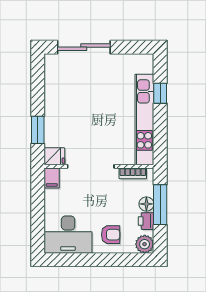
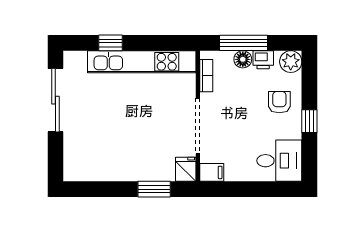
sliding door: (84, 47) -> (55, 100), moved
desk: (68, 235) -> (279, 161), width x0.73
window: (95, 260) -> (309, 121), added

